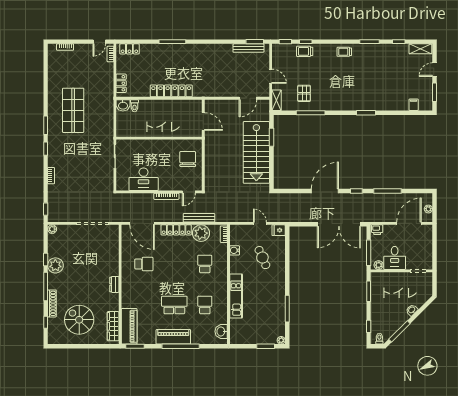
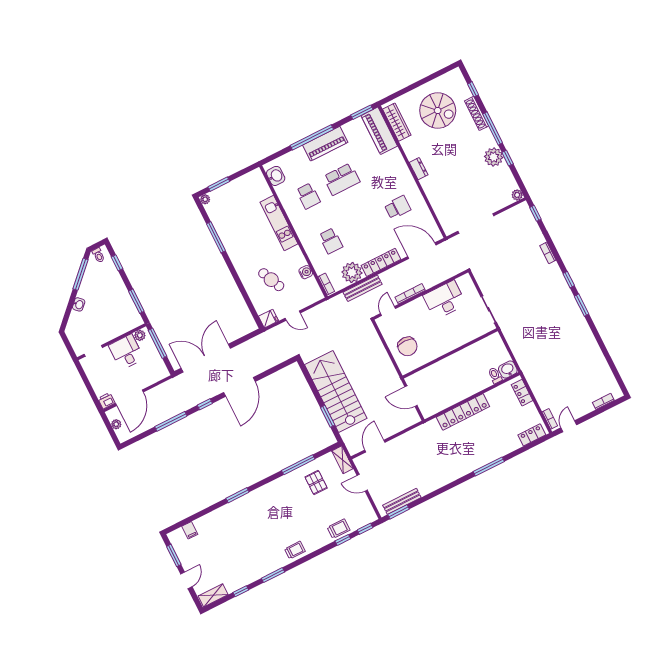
shop shelf: (73, 110) -> (560, 337), removed
printer: (377, 230) -> (106, 401), moved
school desk: (144, 264) -> (398, 207), turned 180

